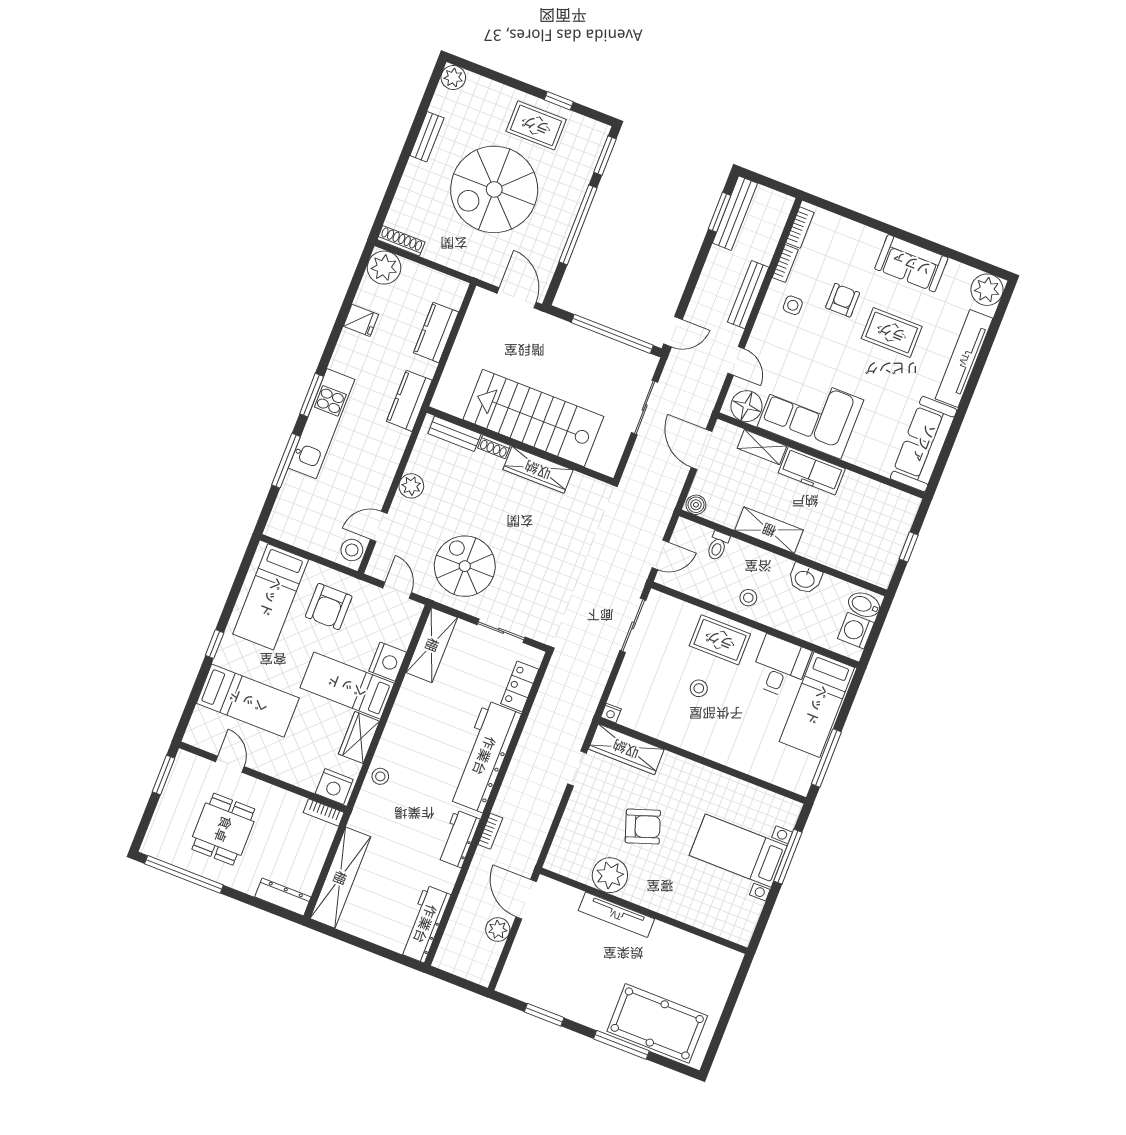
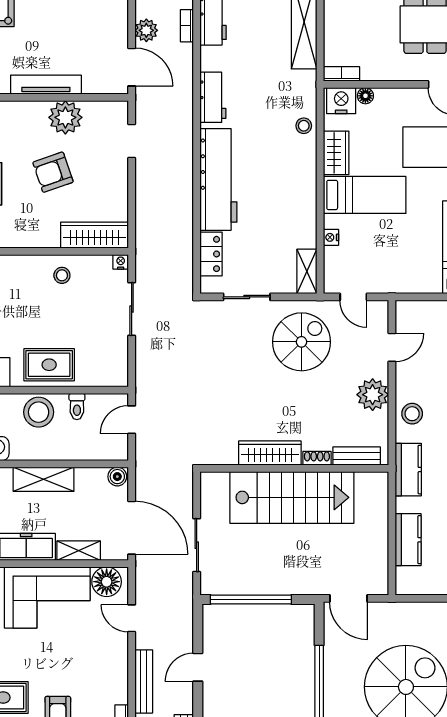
side table: (793, 305) -> (100, 687), removed
door: (673, 332) -> (198, 667), moved
door: (701, 449) -> (132, 528), width x1.36
plant: (411, 486) -> (373, 395), width x1.36, depth x1.36
toilet: (718, 546) -> (77, 407), moved, turned 180
stool: (352, 550) -> (412, 414), moved
spiral stairs: (465, 566) -> (302, 342), turned -90
stool: (748, 598) -> (39, 412), width x1.89, depth x1.89
armchair: (329, 607) -> (408, 259), removed
sliding door: (633, 625) -> (132, 309), moved
shelving: (432, 645) -> (307, 271), width x0.67, depth x0.75
nightstand: (388, 662) -> (331, 237), width x0.53, depth x0.56
stool: (699, 688) -> (62, 275), moved
doorway: (577, 768) -> (132, 141), moved
floor lamp: (309, 782) -> (365, 96), added
bookcase: (490, 831) -> (187, 26), moved

